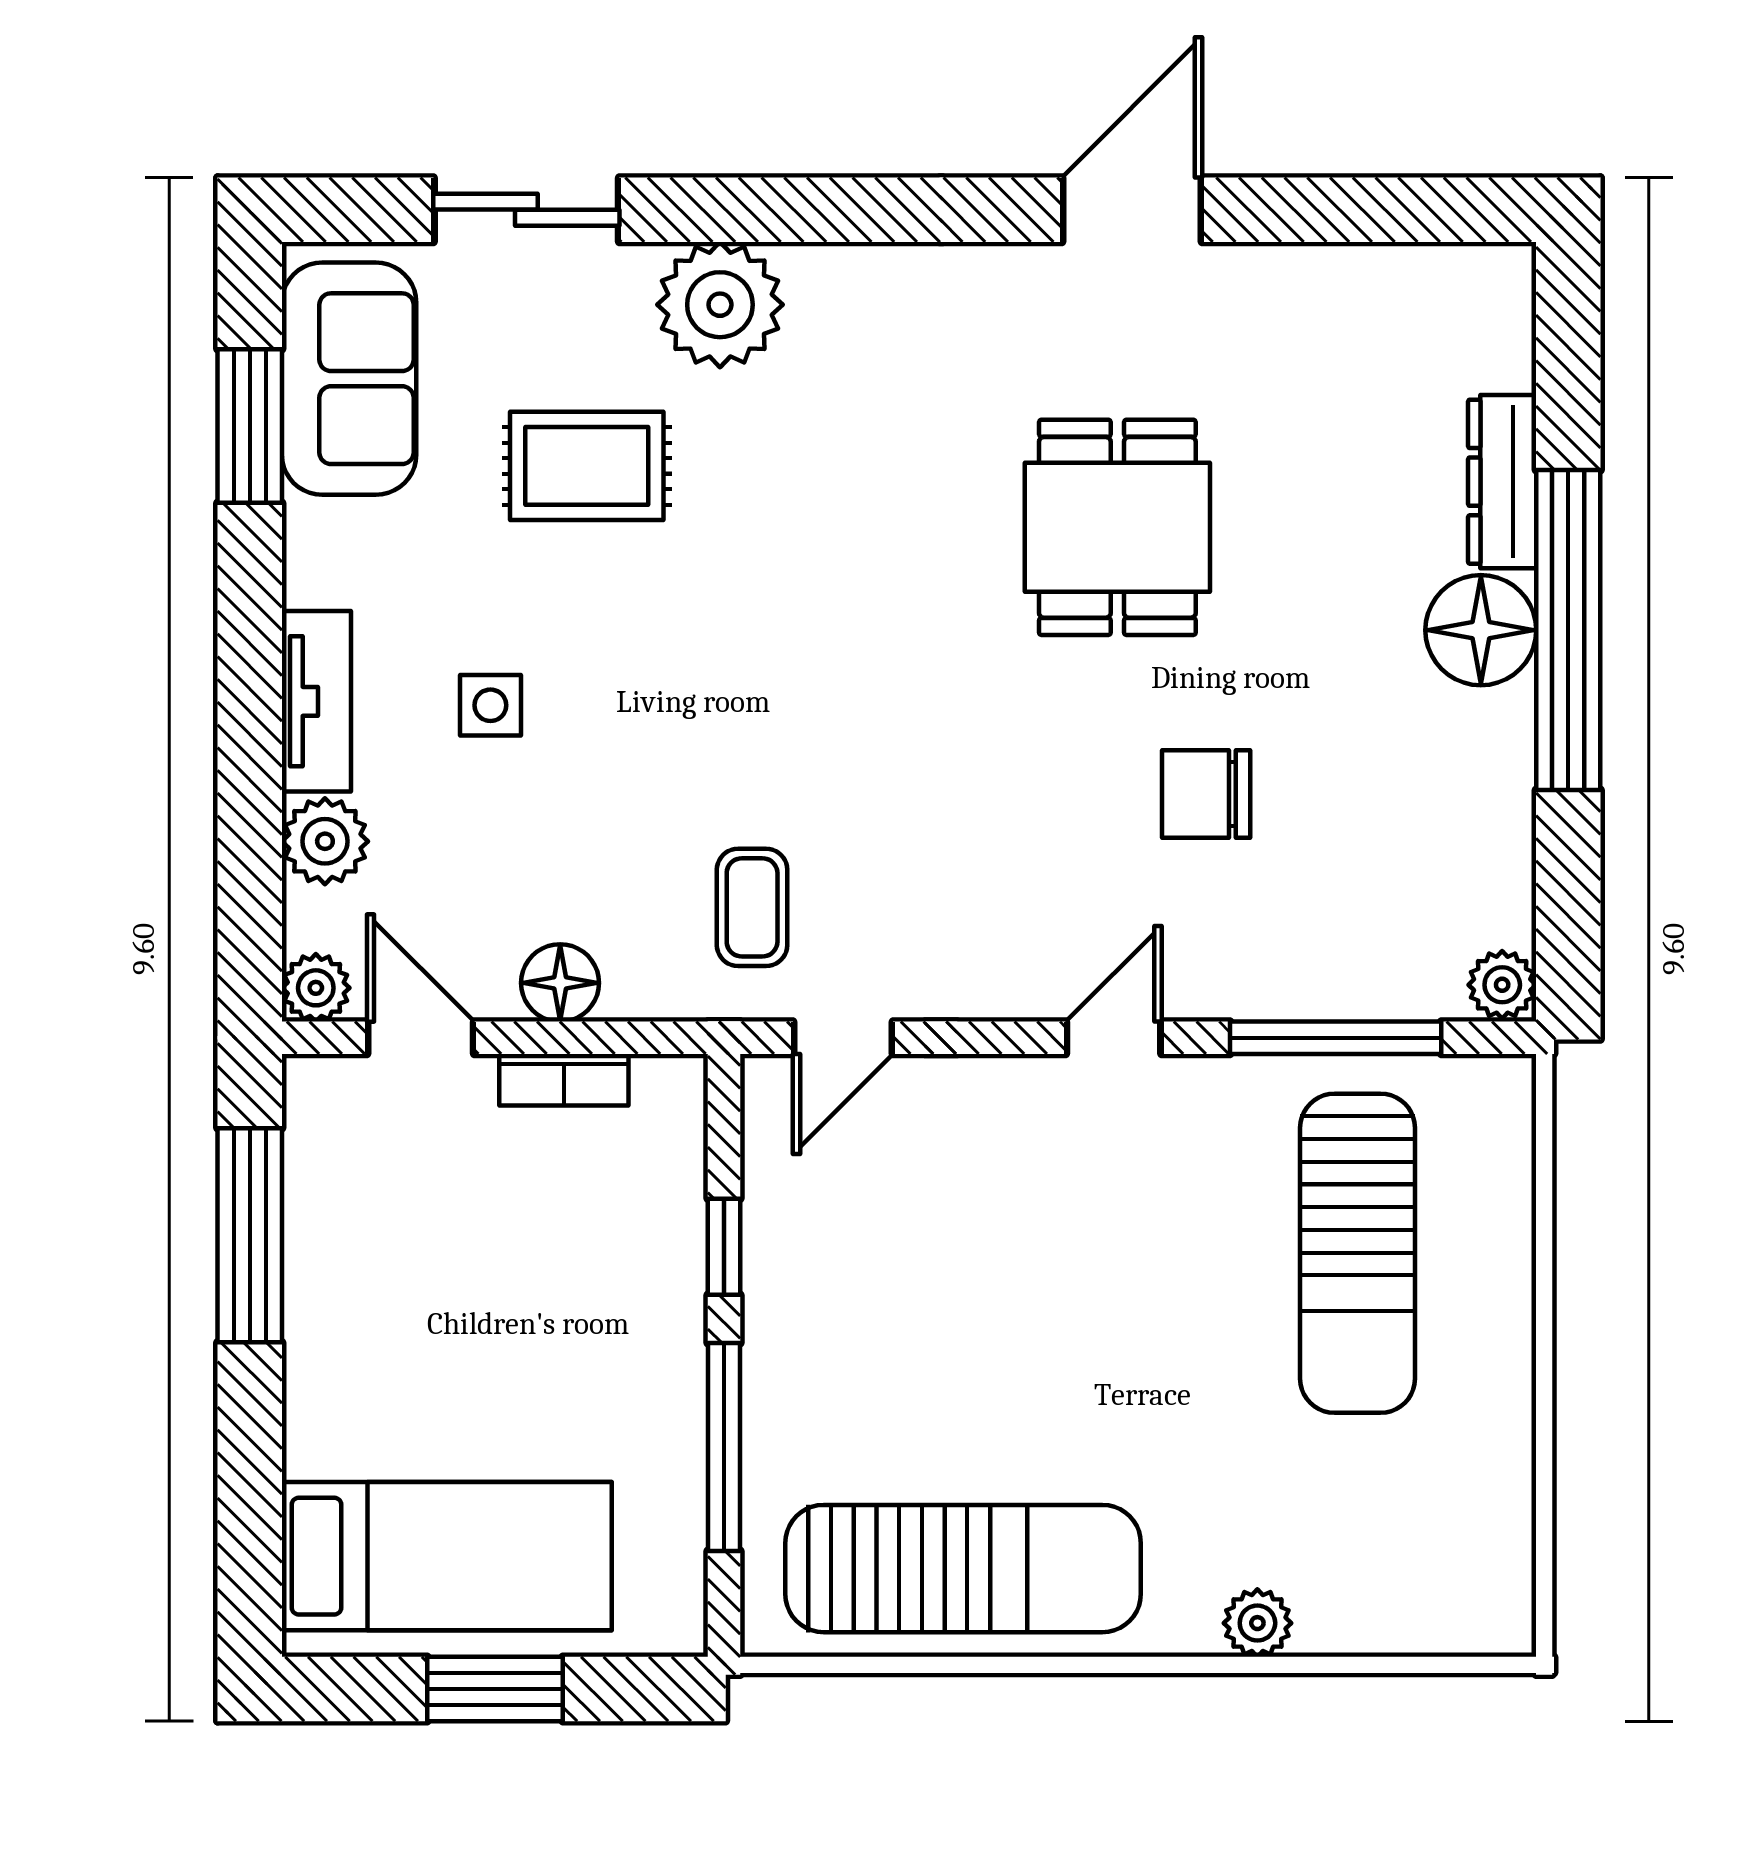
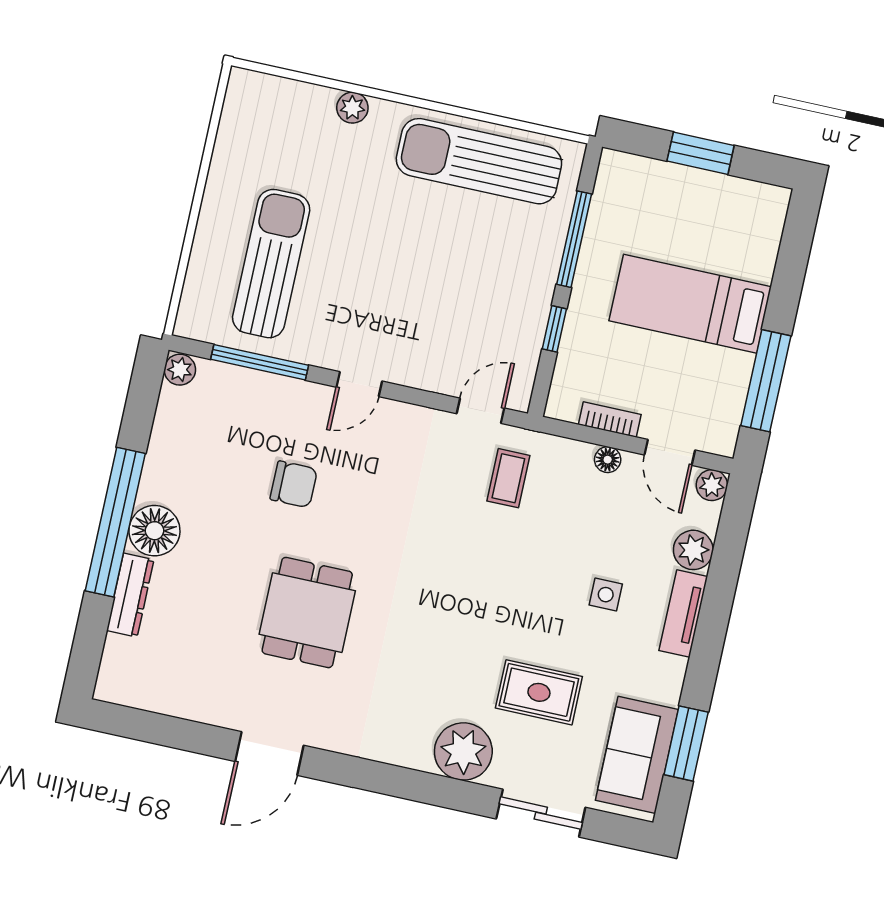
floor lamp: (560, 983) -> (608, 460), width x0.73, depth x0.73
bed: (447, 1556) -> (690, 304), moved

